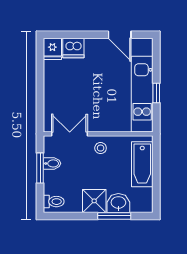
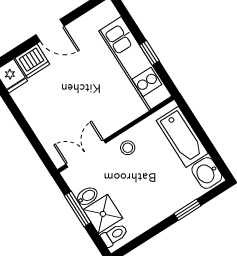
door: (120, 35) -> (50, 30), moved
shower: (94, 201) -> (103, 214), moved
washbasin: (118, 203) -> (207, 173), moved, turned -90
window: (114, 216) -> (187, 210), width x0.67

